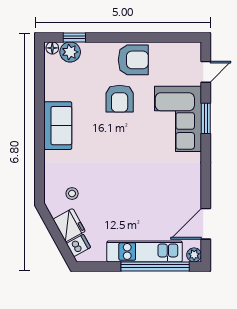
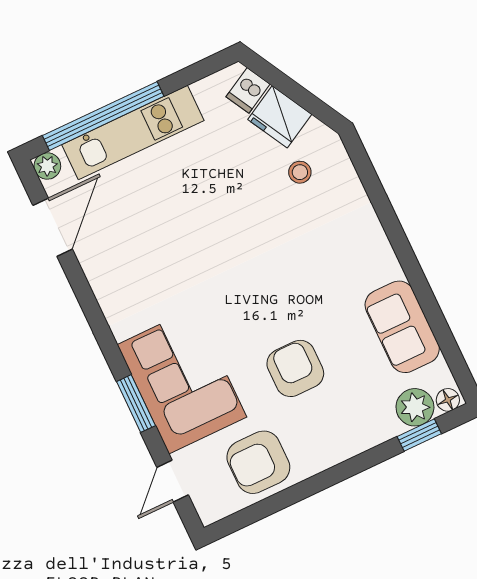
armchair: (133, 60) -> (258, 462), moved
sofa: (58, 126) -> (402, 327), moved

